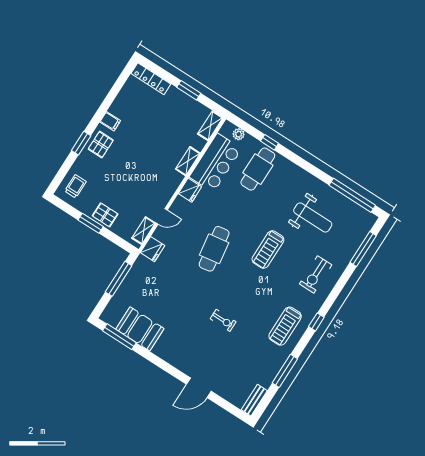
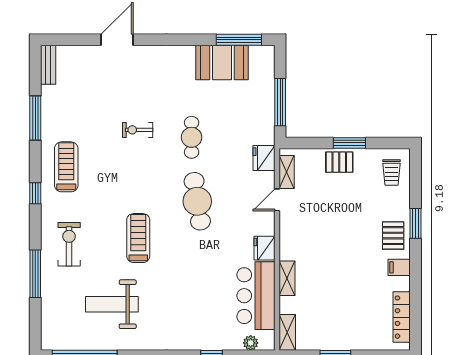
locker: (151, 79) -> (402, 317), moved, turned -90
cafe table: (258, 169) -> (192, 137), moved, width x0.73, depth x0.74
window: (363, 249) -> (35, 274), moved

